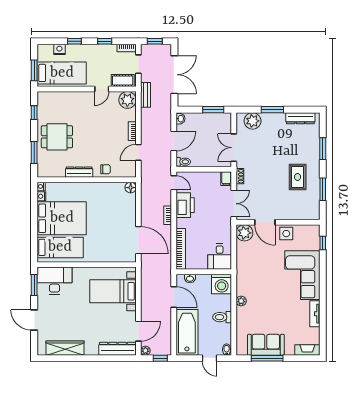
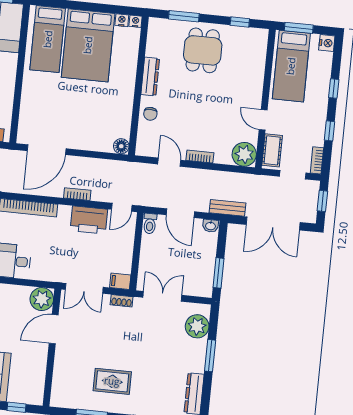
nightstand: (59, 49) -> (327, 43), moved
bench: (146, 95) -> (227, 208), moved
side table: (286, 234) -> (35, 357), removed

